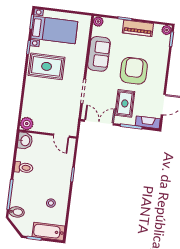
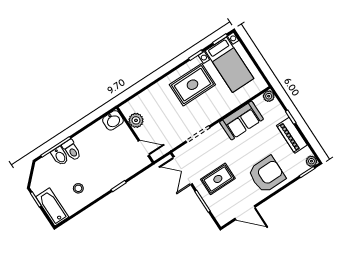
rug: (47, 66) -> (192, 85), turned 90
armchair: (134, 71) -> (267, 174), moved
double door: (99, 122) -> (183, 171), swing flipped
fireplace: (148, 122) -> (218, 212), removed
plant: (27, 124) -> (136, 120), moved
door: (61, 136) -> (144, 148), swing flipped
toilet: (24, 168) -> (72, 150), moved
bidet: (17, 212) -> (60, 156), moved

